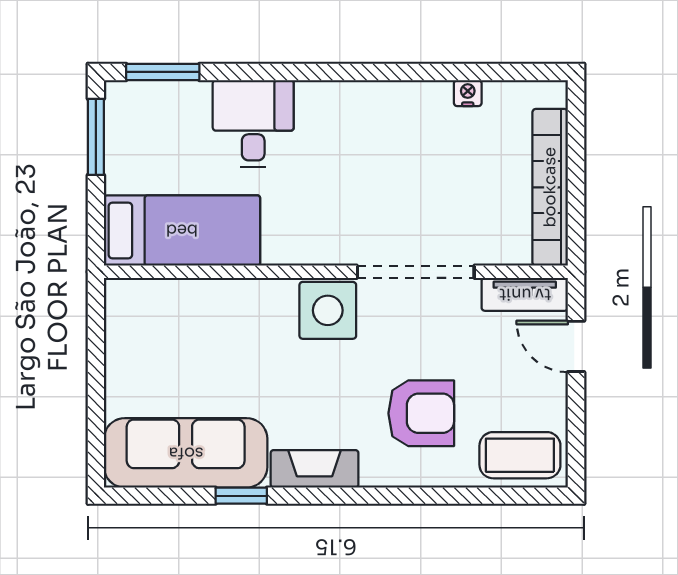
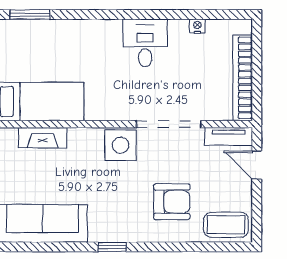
desk: (253, 124) -> (145, 43), moved
fireplace: (315, 469) -> (43, 138), moved, turned 180
window: (241, 496) -> (112, 247), moved

